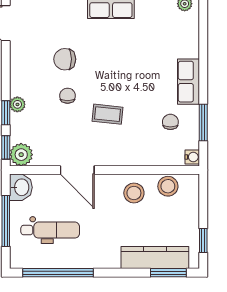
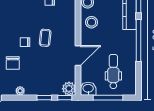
chair: (68, 96) -> (25, 42), moved
plant: (17, 104) -> (20, 91), moved
window: (58, 273) -> (138, 40), moved

